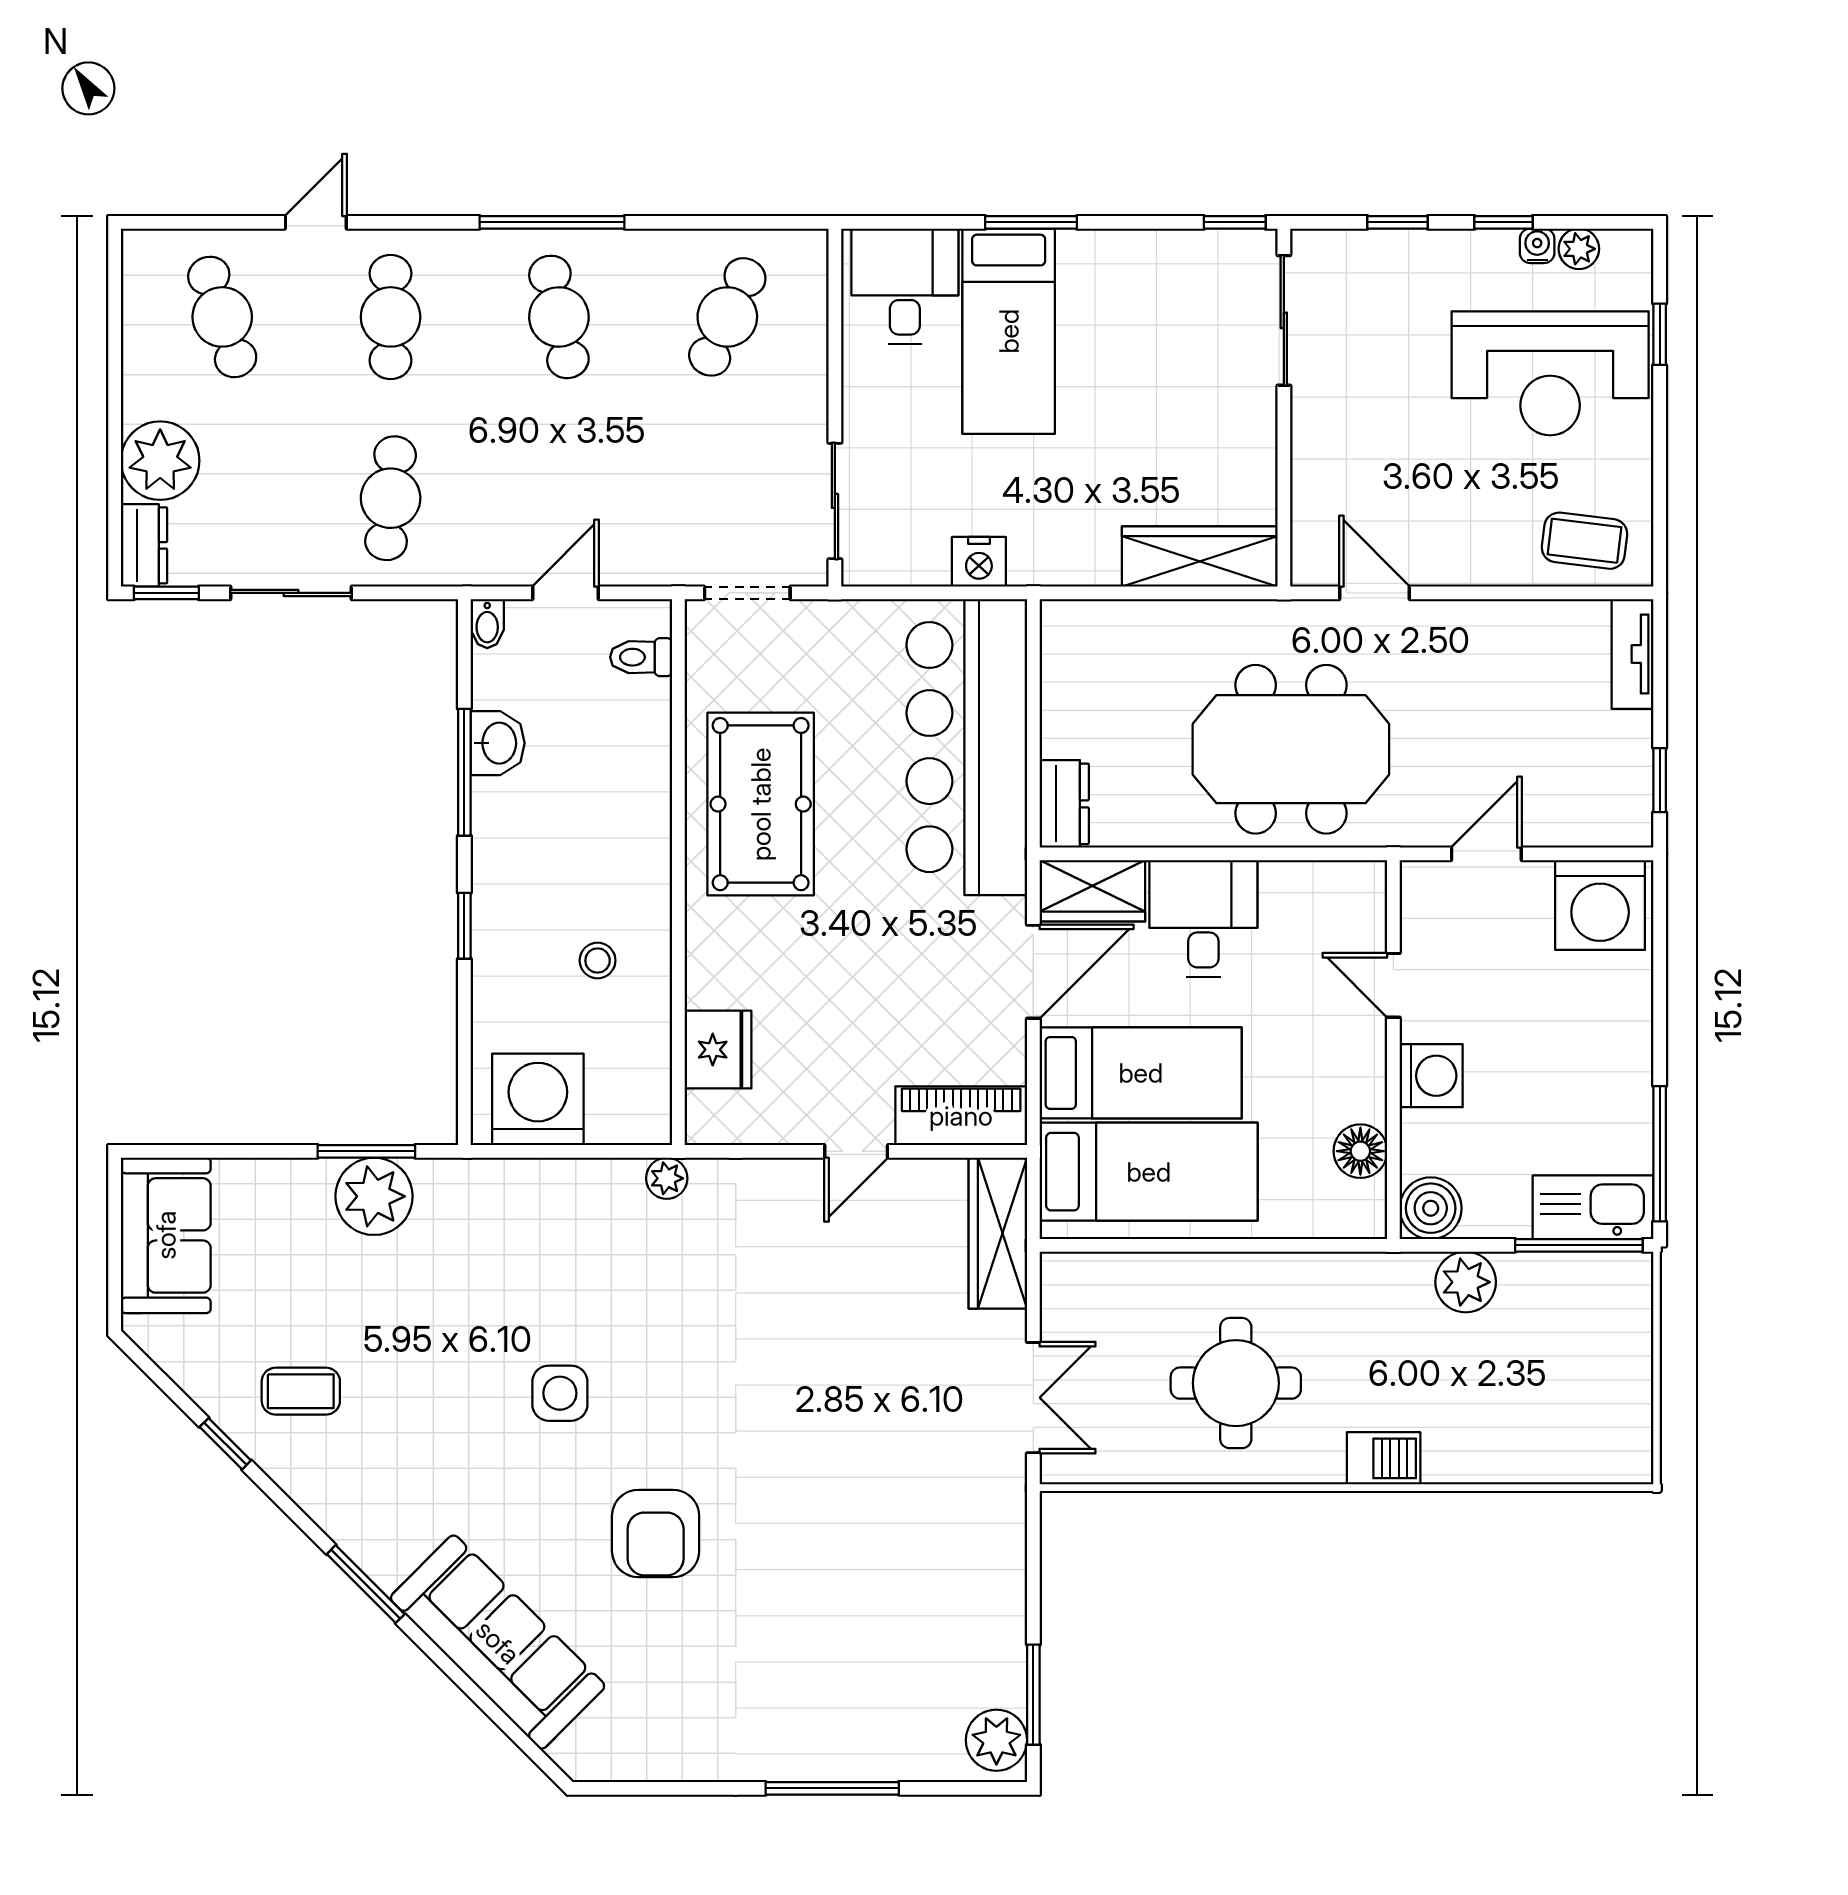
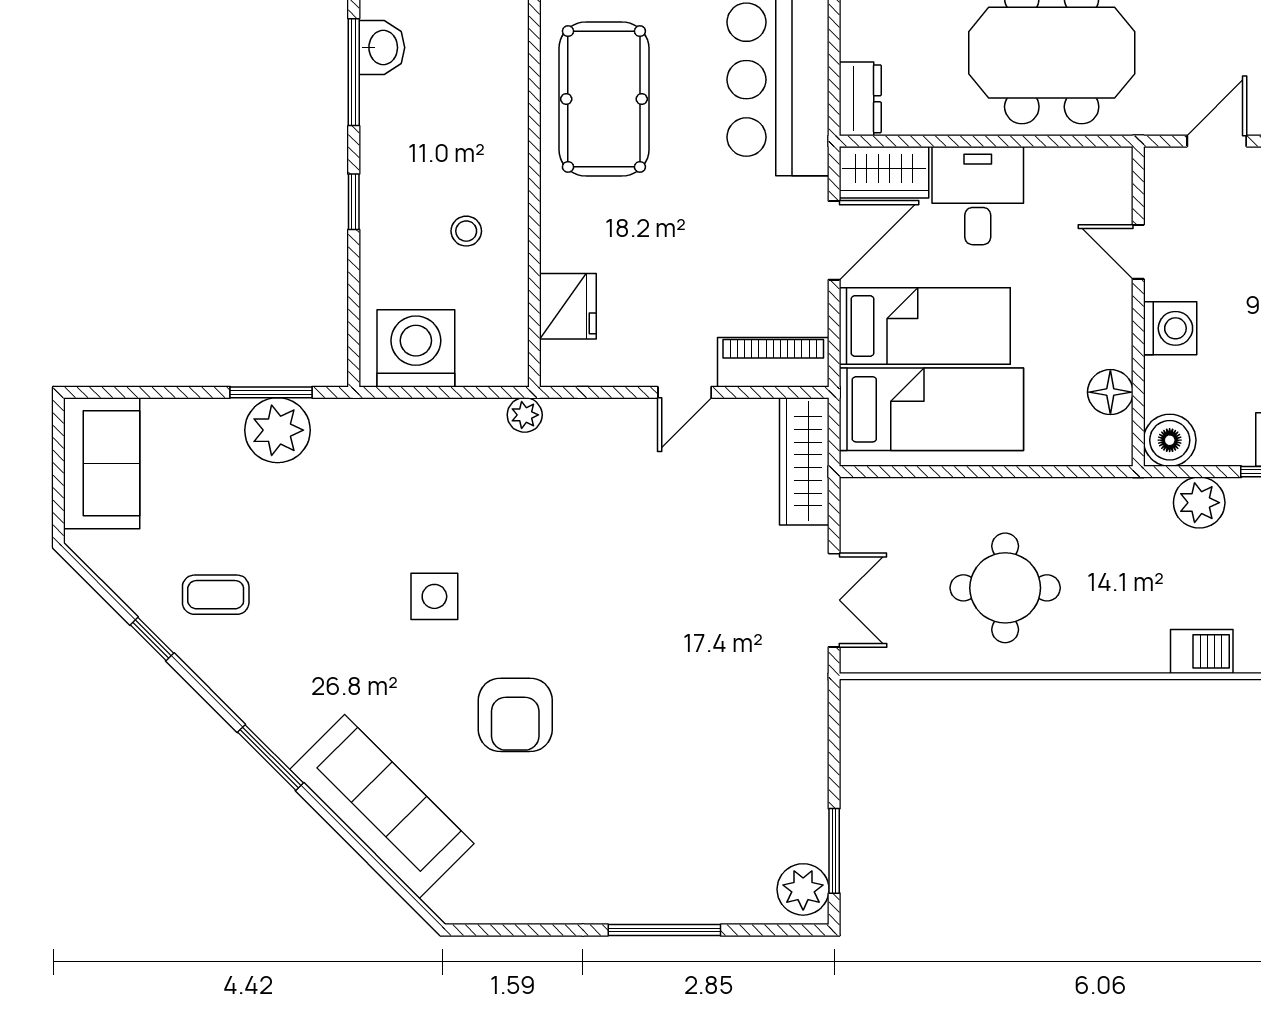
barbecue: (1384, 1458) -> (1202, 651), moved

